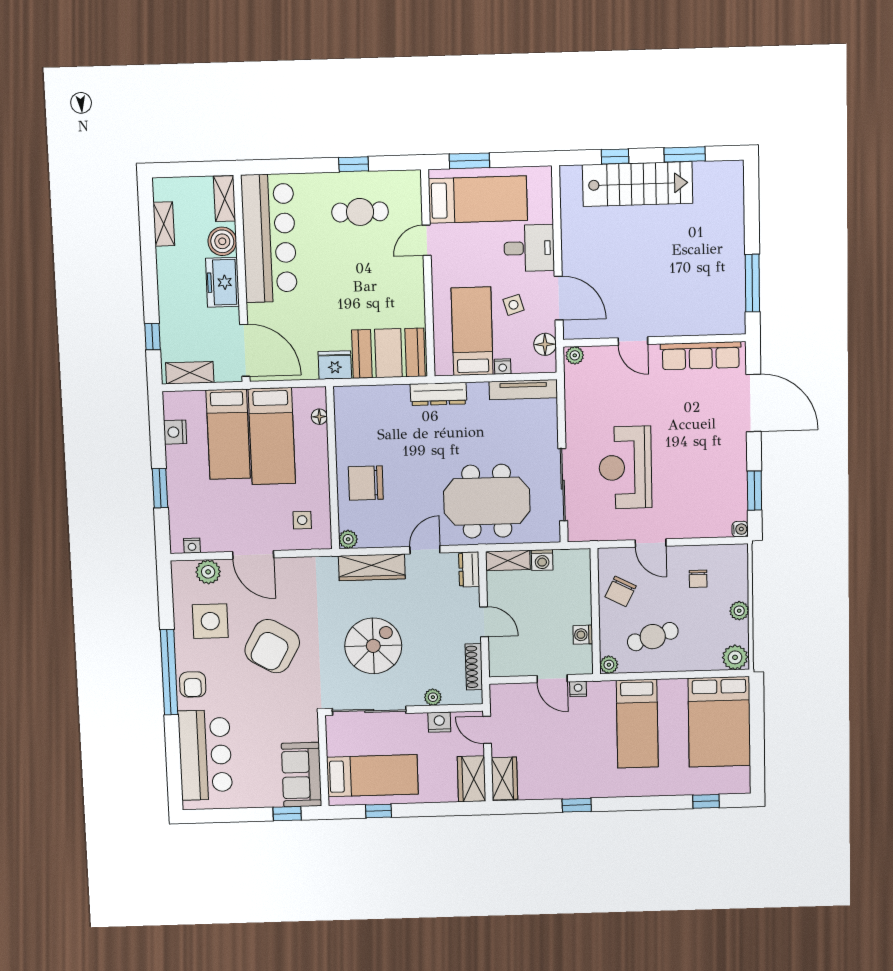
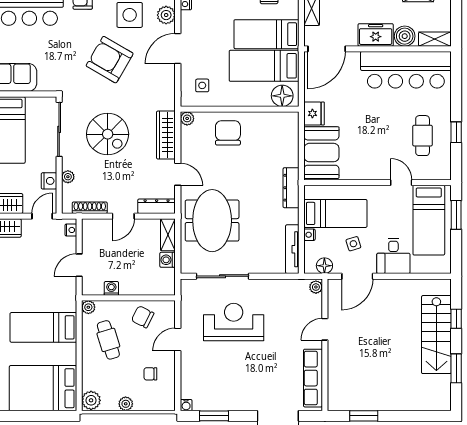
window: (752, 283) -> (364, 416), width x0.69
floor lamp: (319, 417) -> (282, 96), width x1.89, depth x1.89
dresser: (469, 569) -> (157, 206), width x1.44
nightstand: (578, 689) -> (71, 230), moved

